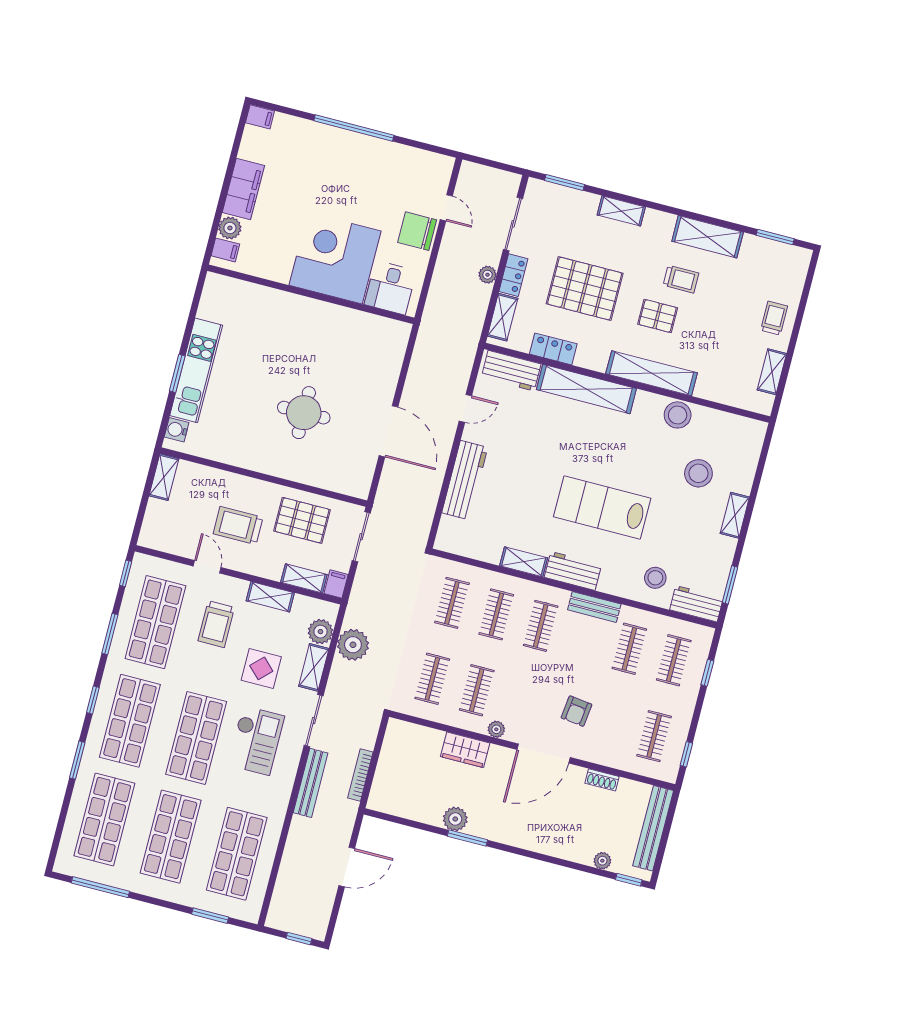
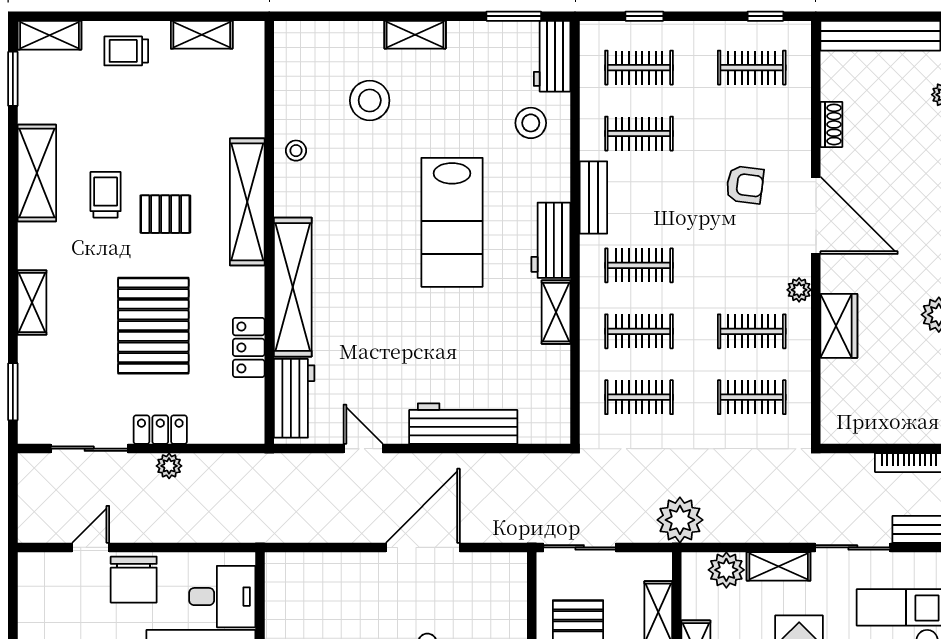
pallet: (658, 316) -> (165, 214), turned 90
shelving: (503, 317) -> (49, 35), moved
stool: (678, 415) -> (296, 151), width x0.53, depth x0.53
filing cabinet: (336, 584) -> (654, 565), removed
plant: (353, 645) -> (680, 520), moved

